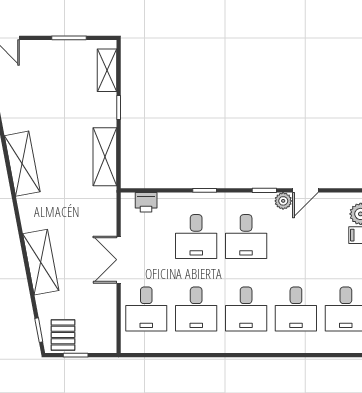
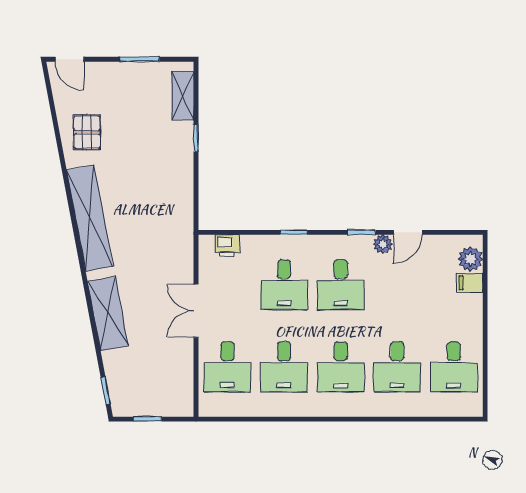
shelving: (105, 157) -> (181, 194), removed
shelving: (22, 164) -> (90, 218), width x1.47
pallet: (63, 335) -> (87, 132), moved

